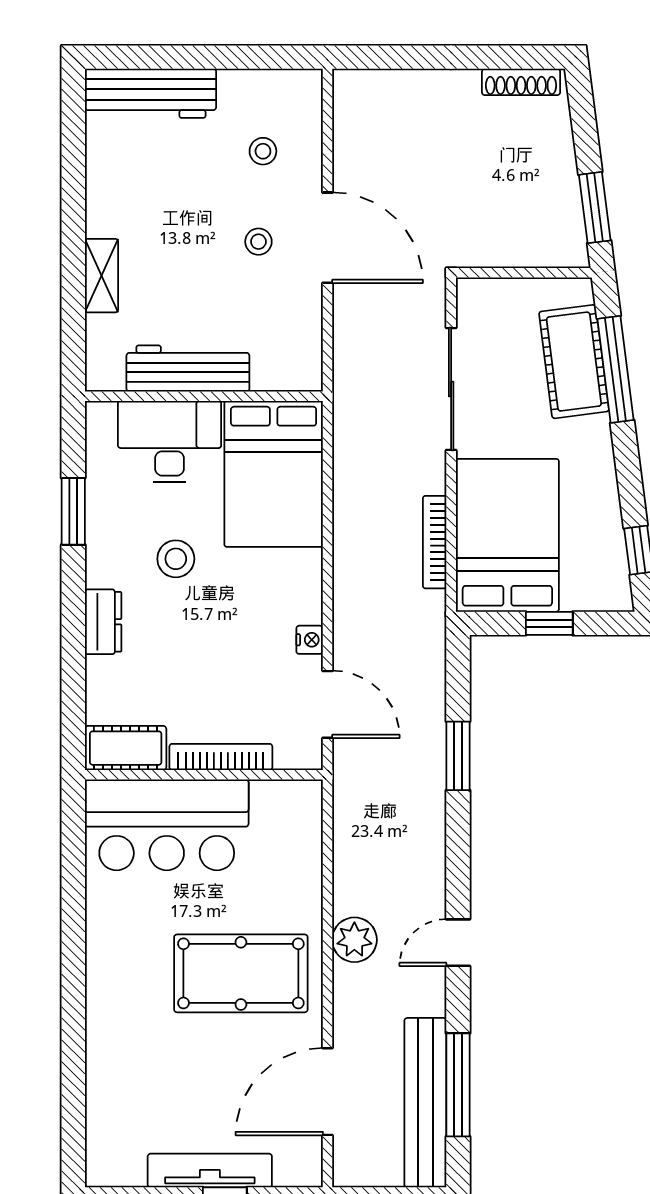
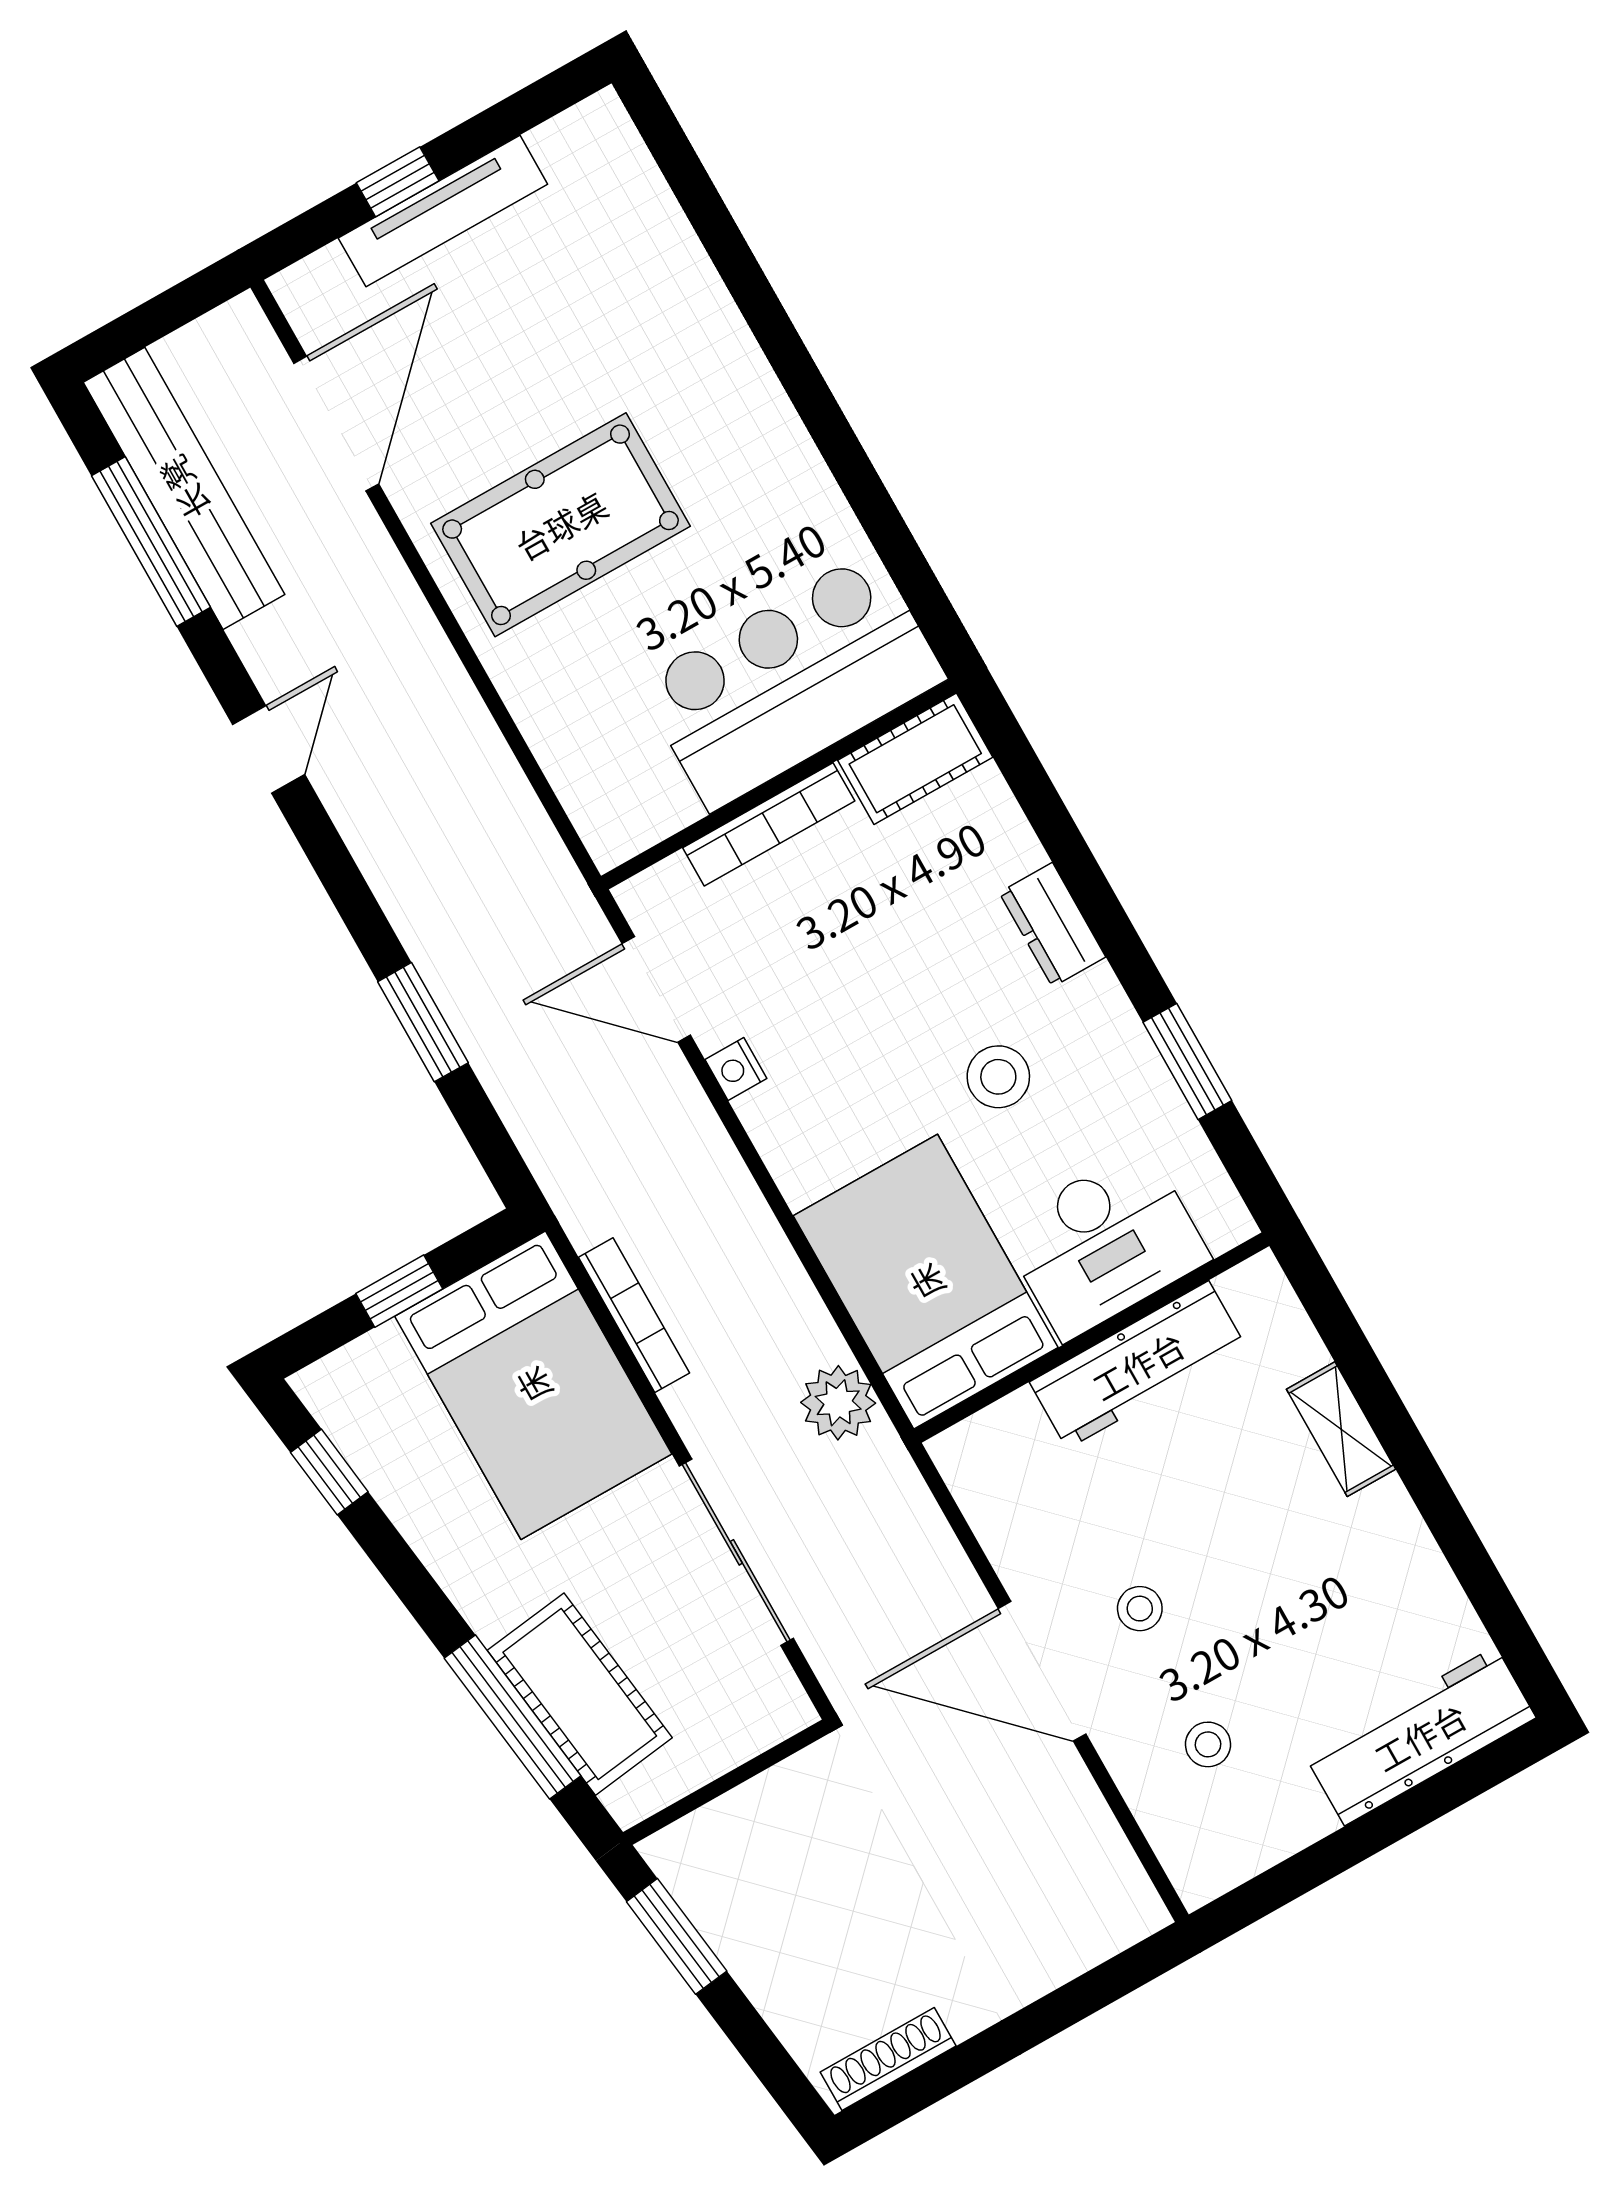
plant: (354, 940) -> (838, 1403), moved

